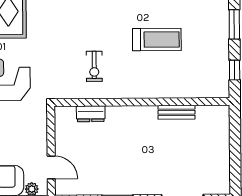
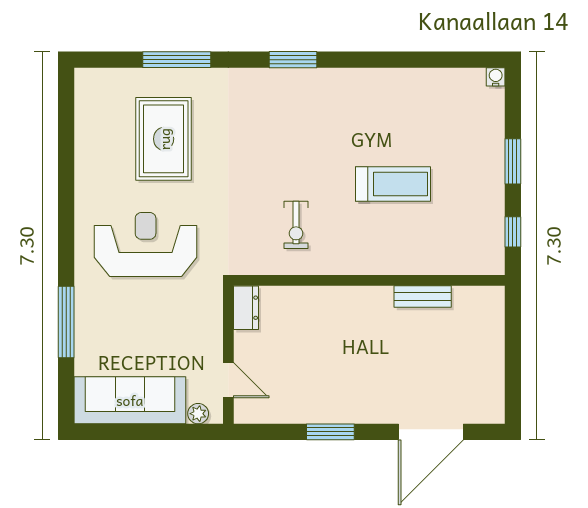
dresser: (91, 114) -> (246, 308), moved, turned -90

